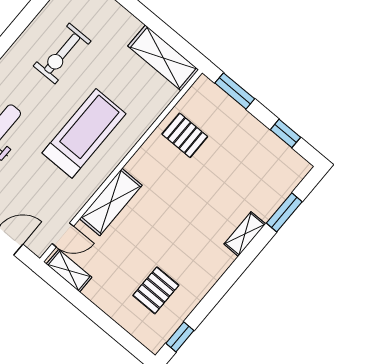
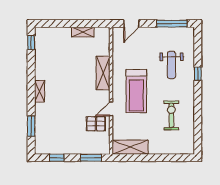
shelving: (245, 234) -> (40, 91), moved
door: (63, 235) -> (111, 109), moved
shelving: (69, 271) -> (83, 32), moved
pallet: (156, 290) -> (56, 53), removed

